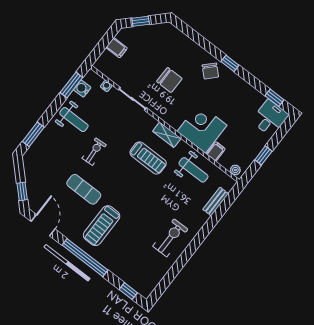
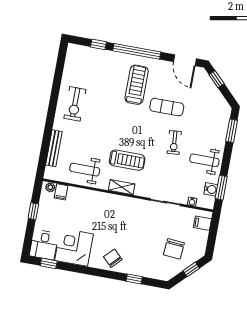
filing cabinet: (117, 48) -> (202, 223), moved
window: (230, 63) -> (134, 279), moved
chair: (169, 80) -> (174, 249), moved, turned -85
corner desk: (202, 128) -> (74, 247), moved, turned 180
filing cabinet: (216, 151) -> (61, 192), moved
treadmill: (148, 158) -> (127, 160), turned 180
bench: (216, 202) -> (54, 148), width x1.36
window: (128, 291) -> (98, 44), moved

